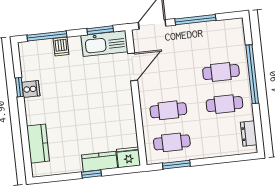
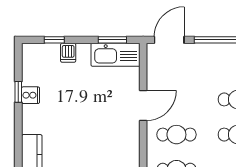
window: (47, 36) -> (54, 40), width x0.46
door: (133, 67) -> (143, 106), moved

